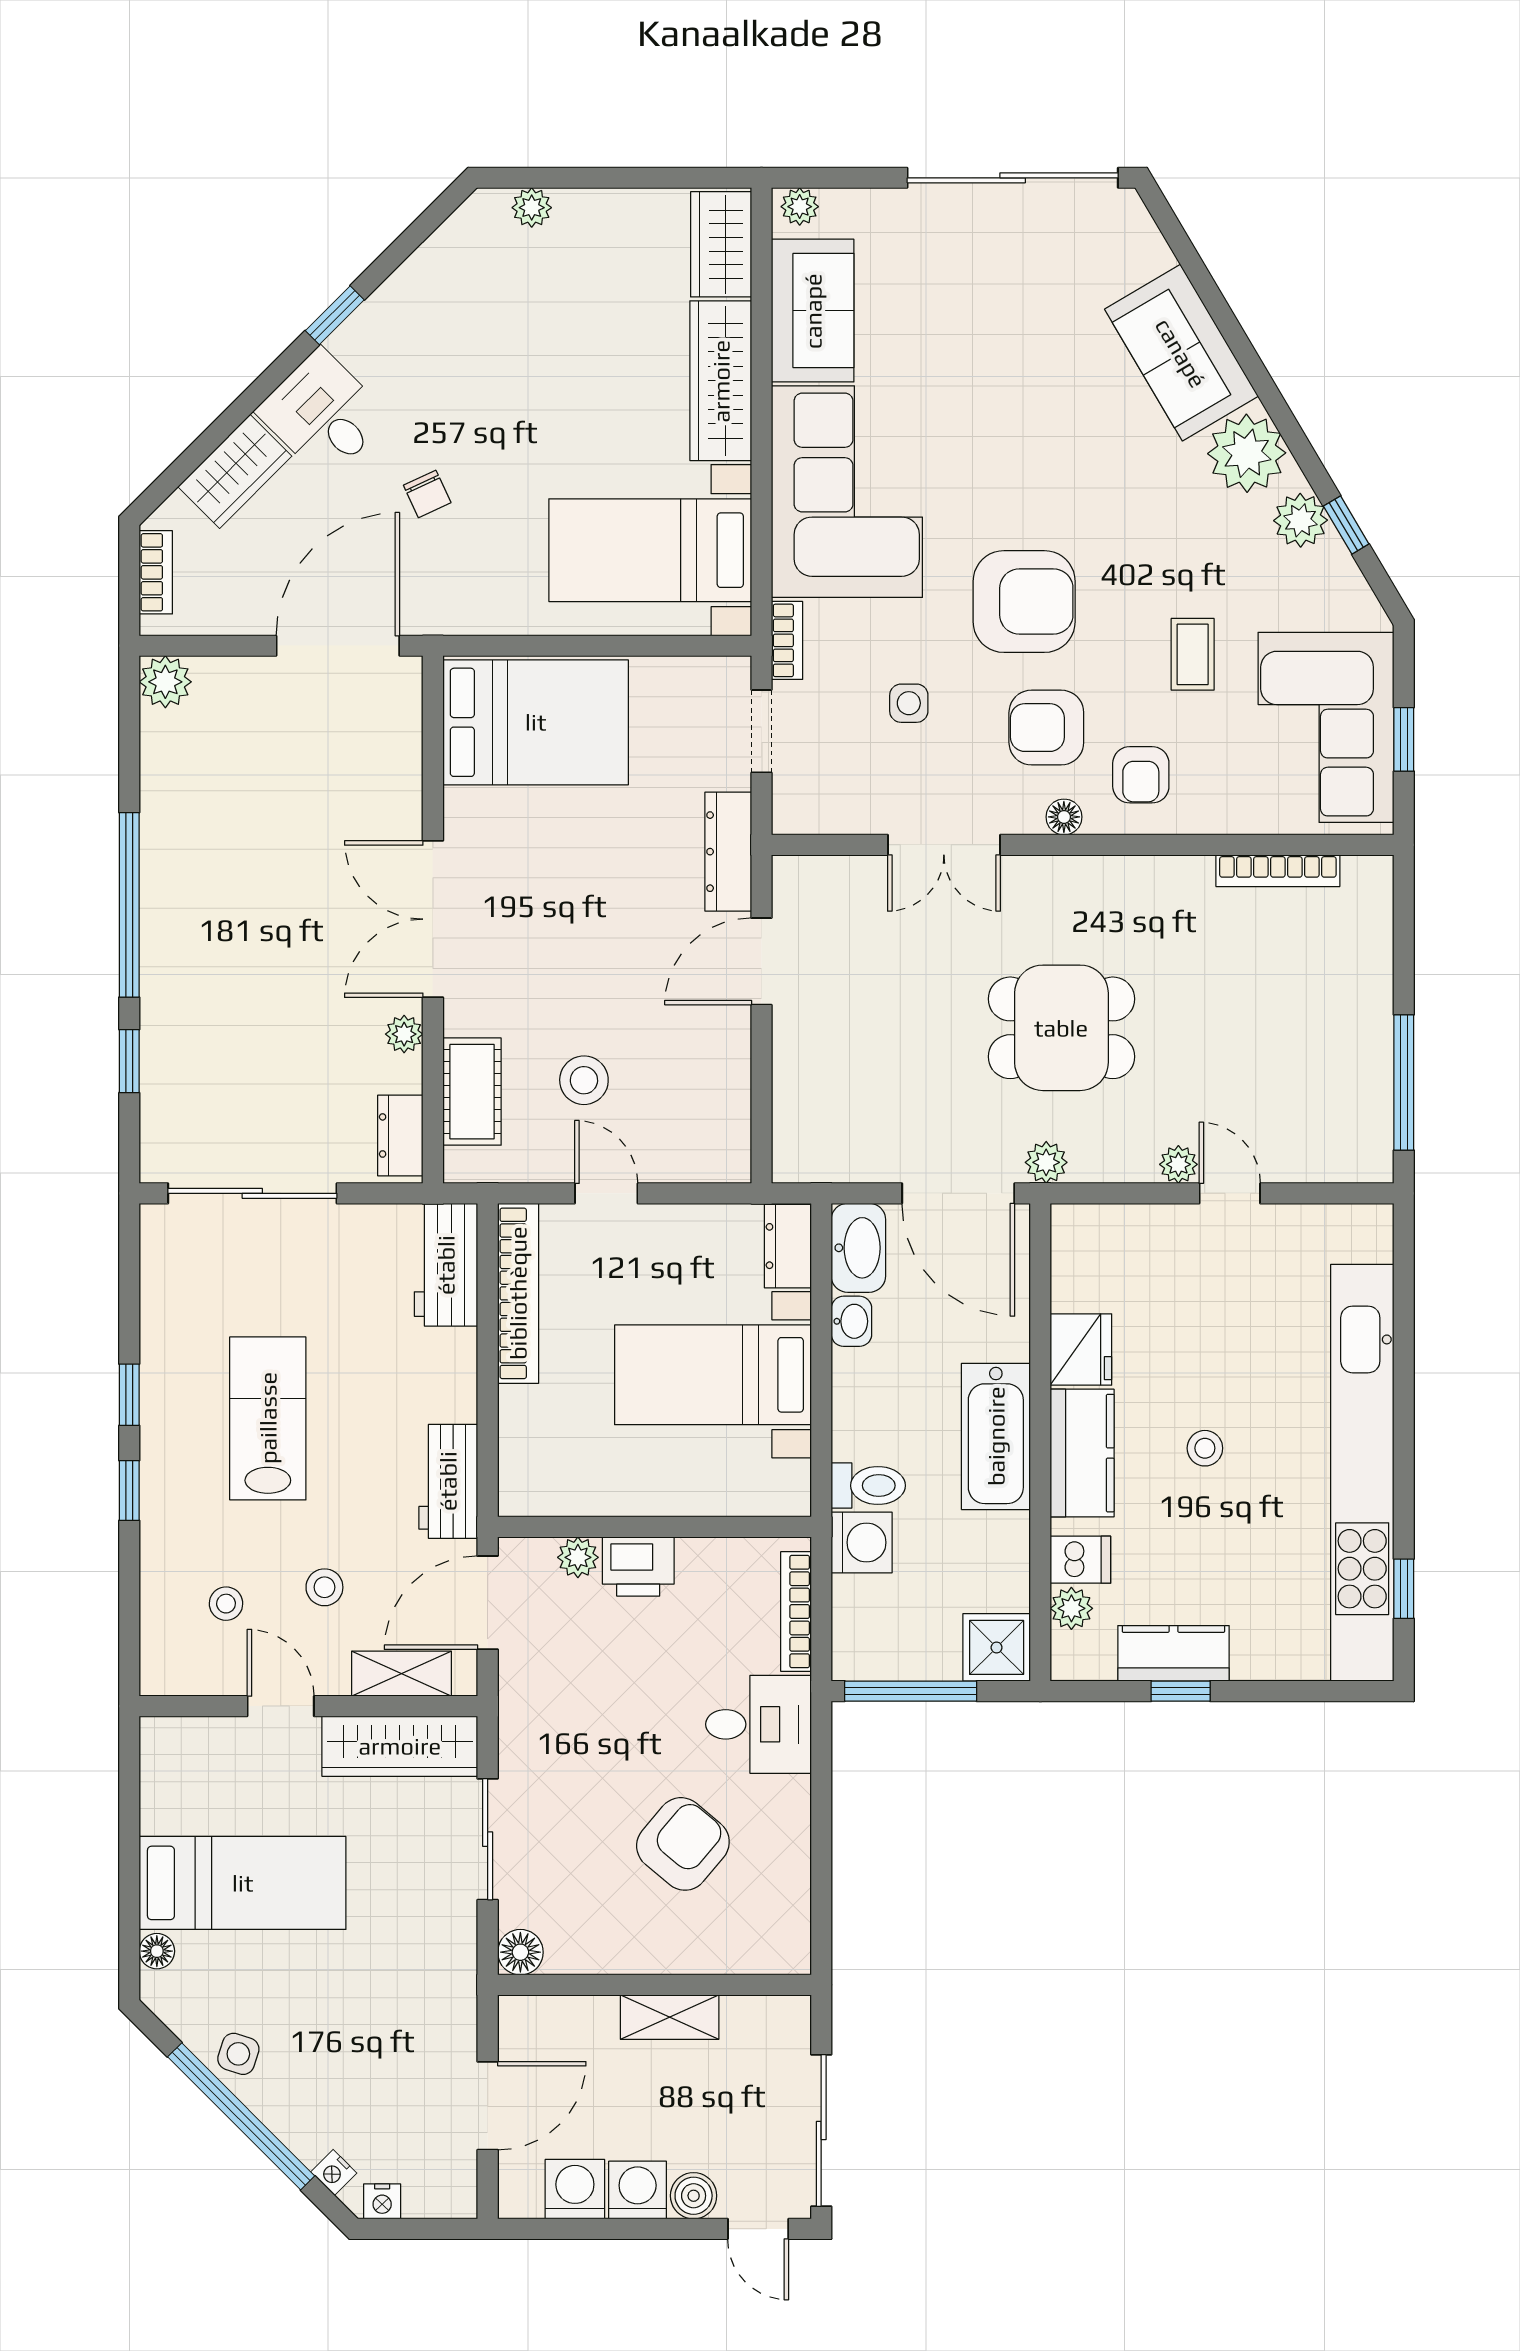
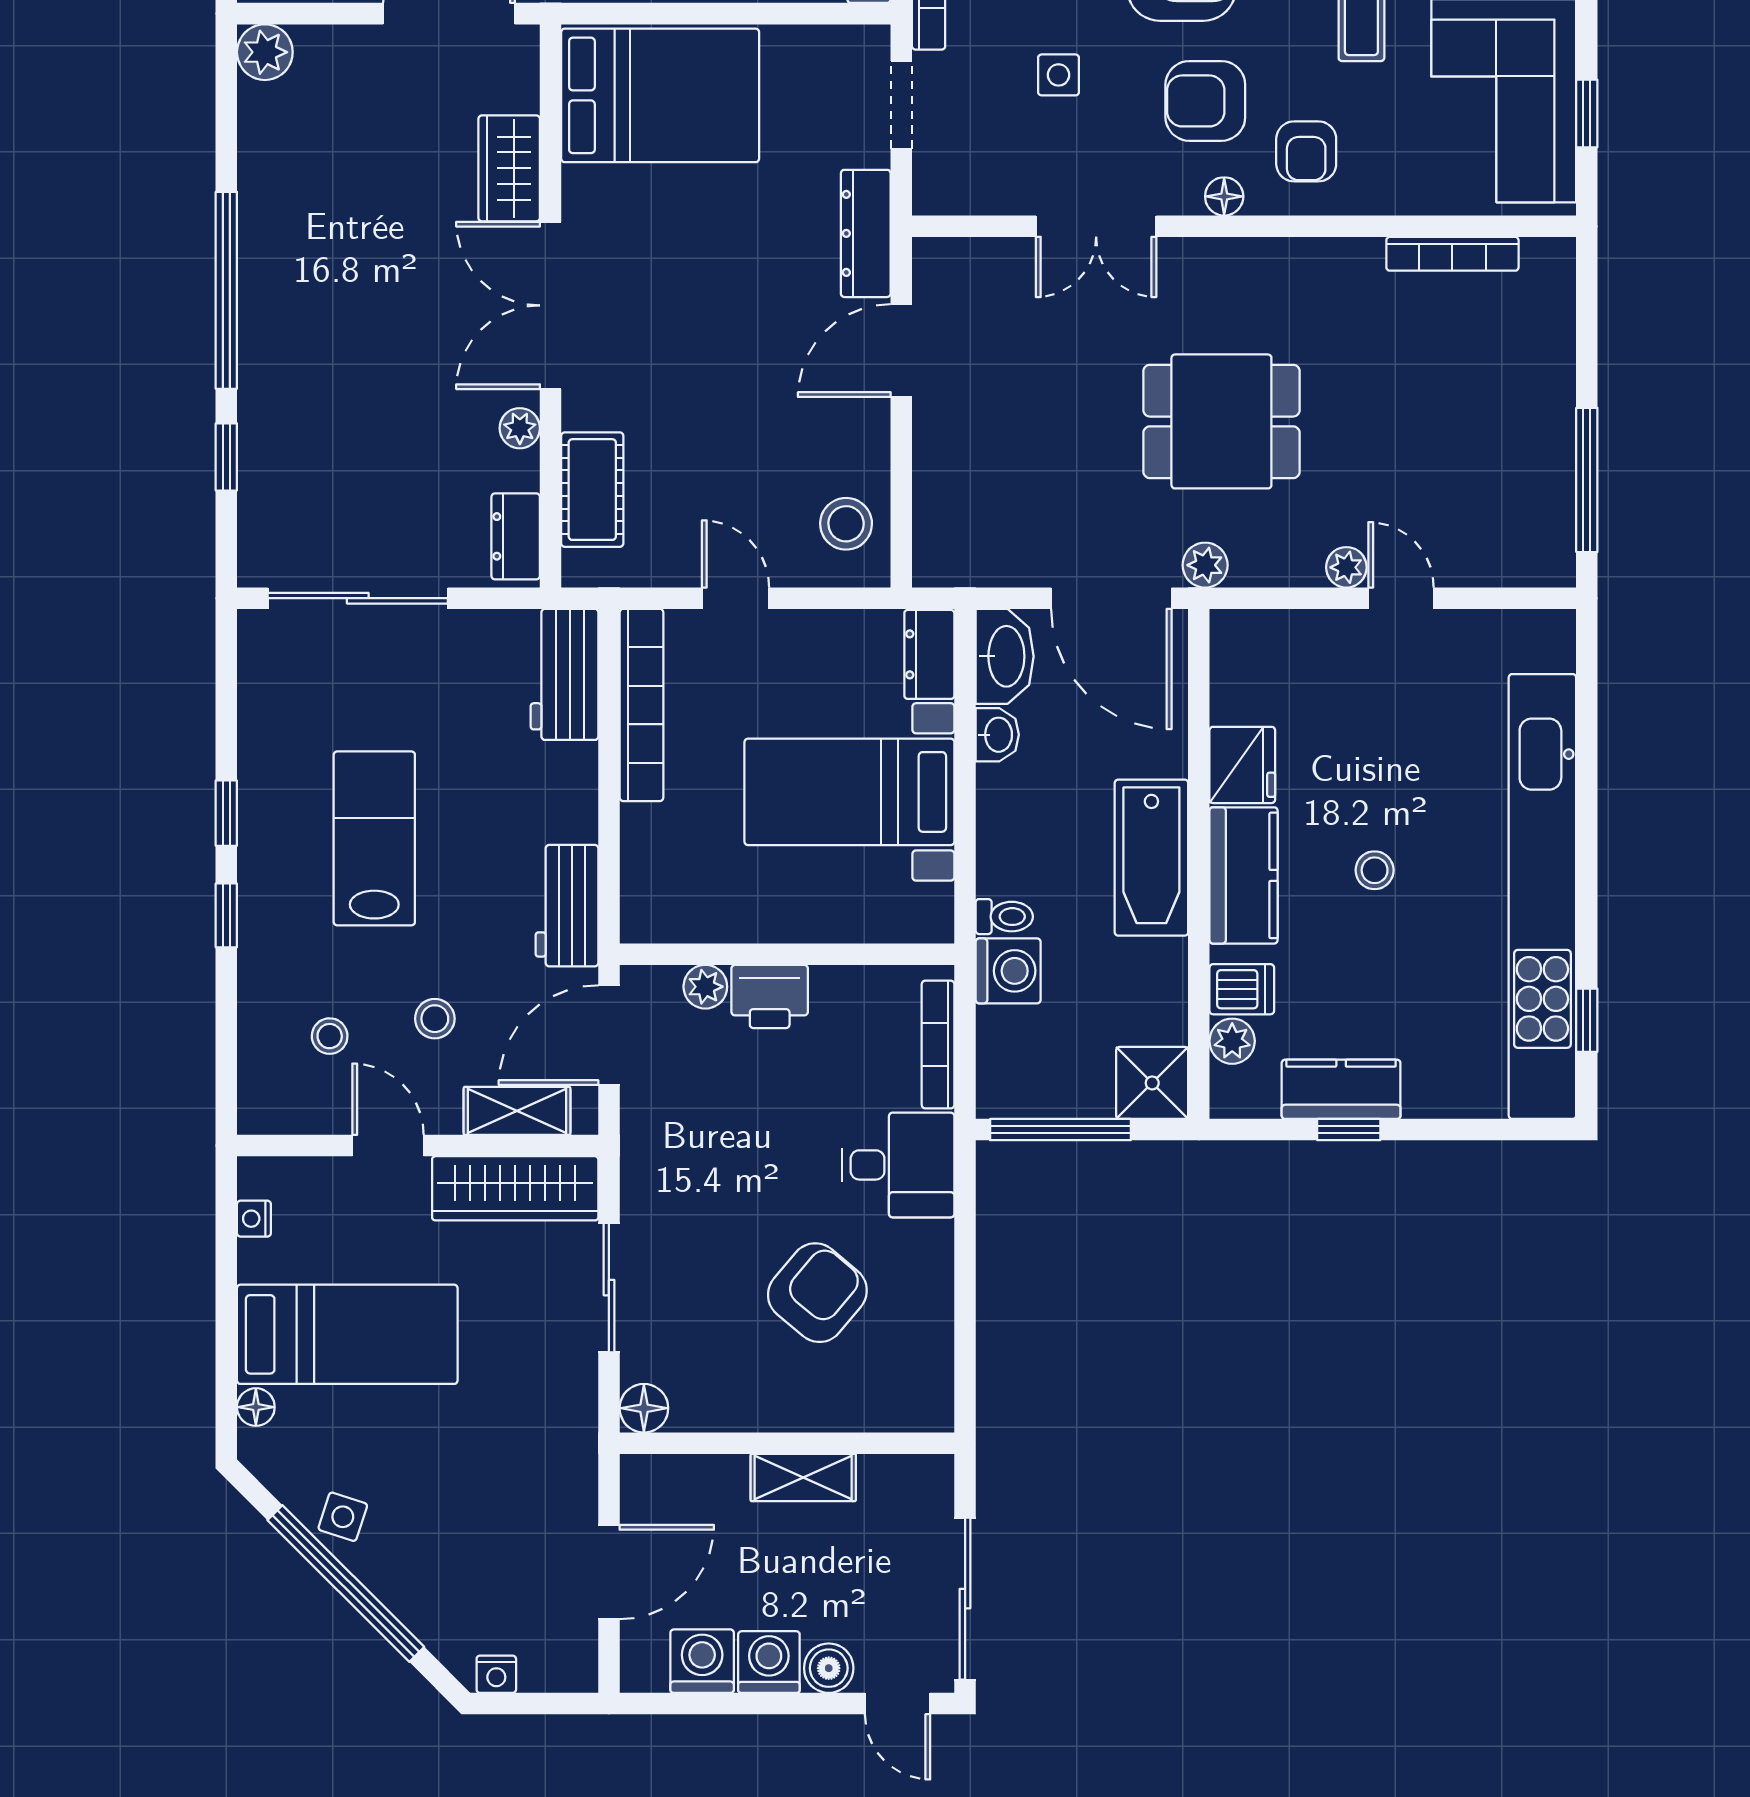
wardrobe: (394, 791) -> (509, 168), added
stool: (584, 1080) -> (846, 524), moved
toilet: (868, 1486) -> (1004, 917), width x0.73, depth x0.72
nightstand: (334, 2172) -> (254, 1219), moved, turned 45

